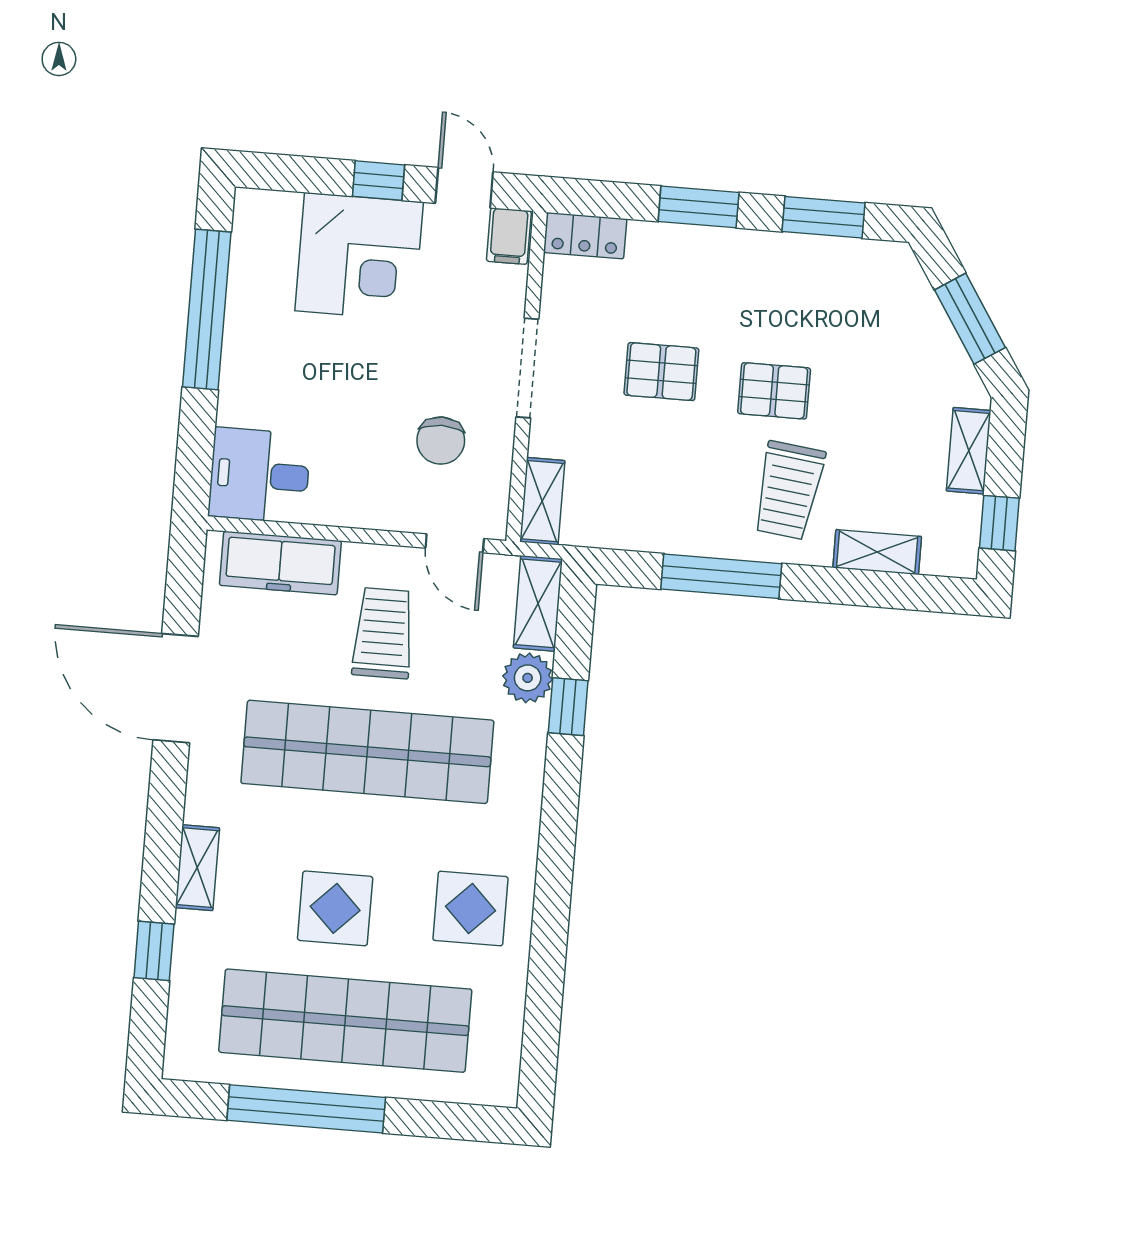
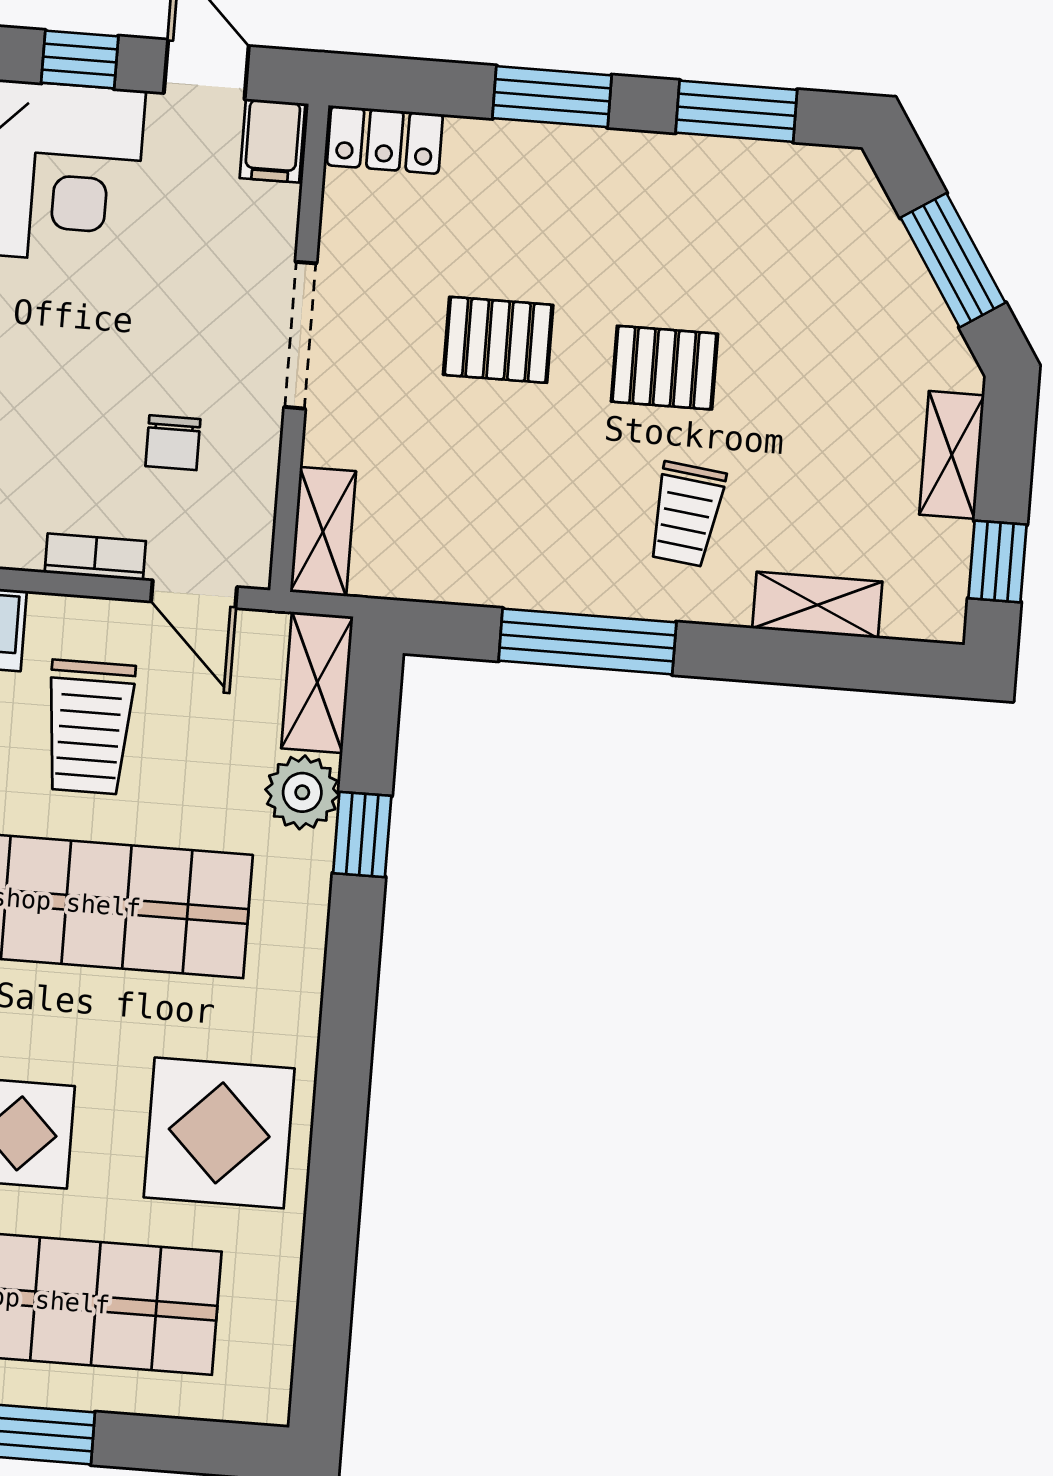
chair: (441, 441) -> (173, 443), width x0.73, depth x0.73
trolley: (789, 490) -> (686, 514), width x0.73, depth x0.72
bookcase: (388, 518) -> (95, 557), added
trolley: (383, 633) -> (89, 727), turned 180
display table: (470, 909) -> (219, 1133), width x1.36, depth x1.36

